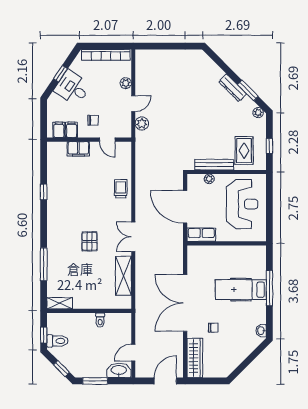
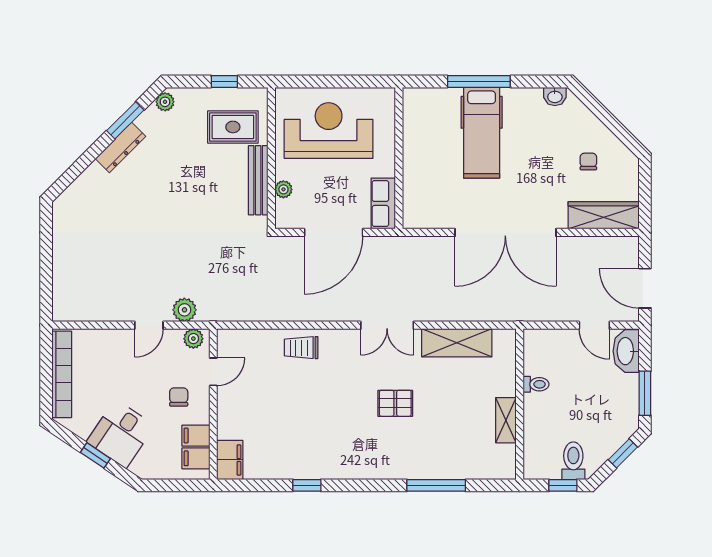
plant: (126, 83) -> (193, 339), moved
door: (133, 104) -> (149, 325), swing flipped
filing cabinet: (78, 149) -> (230, 460), moved
shelving: (60, 303) -> (506, 420), moved
chair: (213, 328) -> (588, 162), moved
door: (165, 381) -> (645, 288), moved

